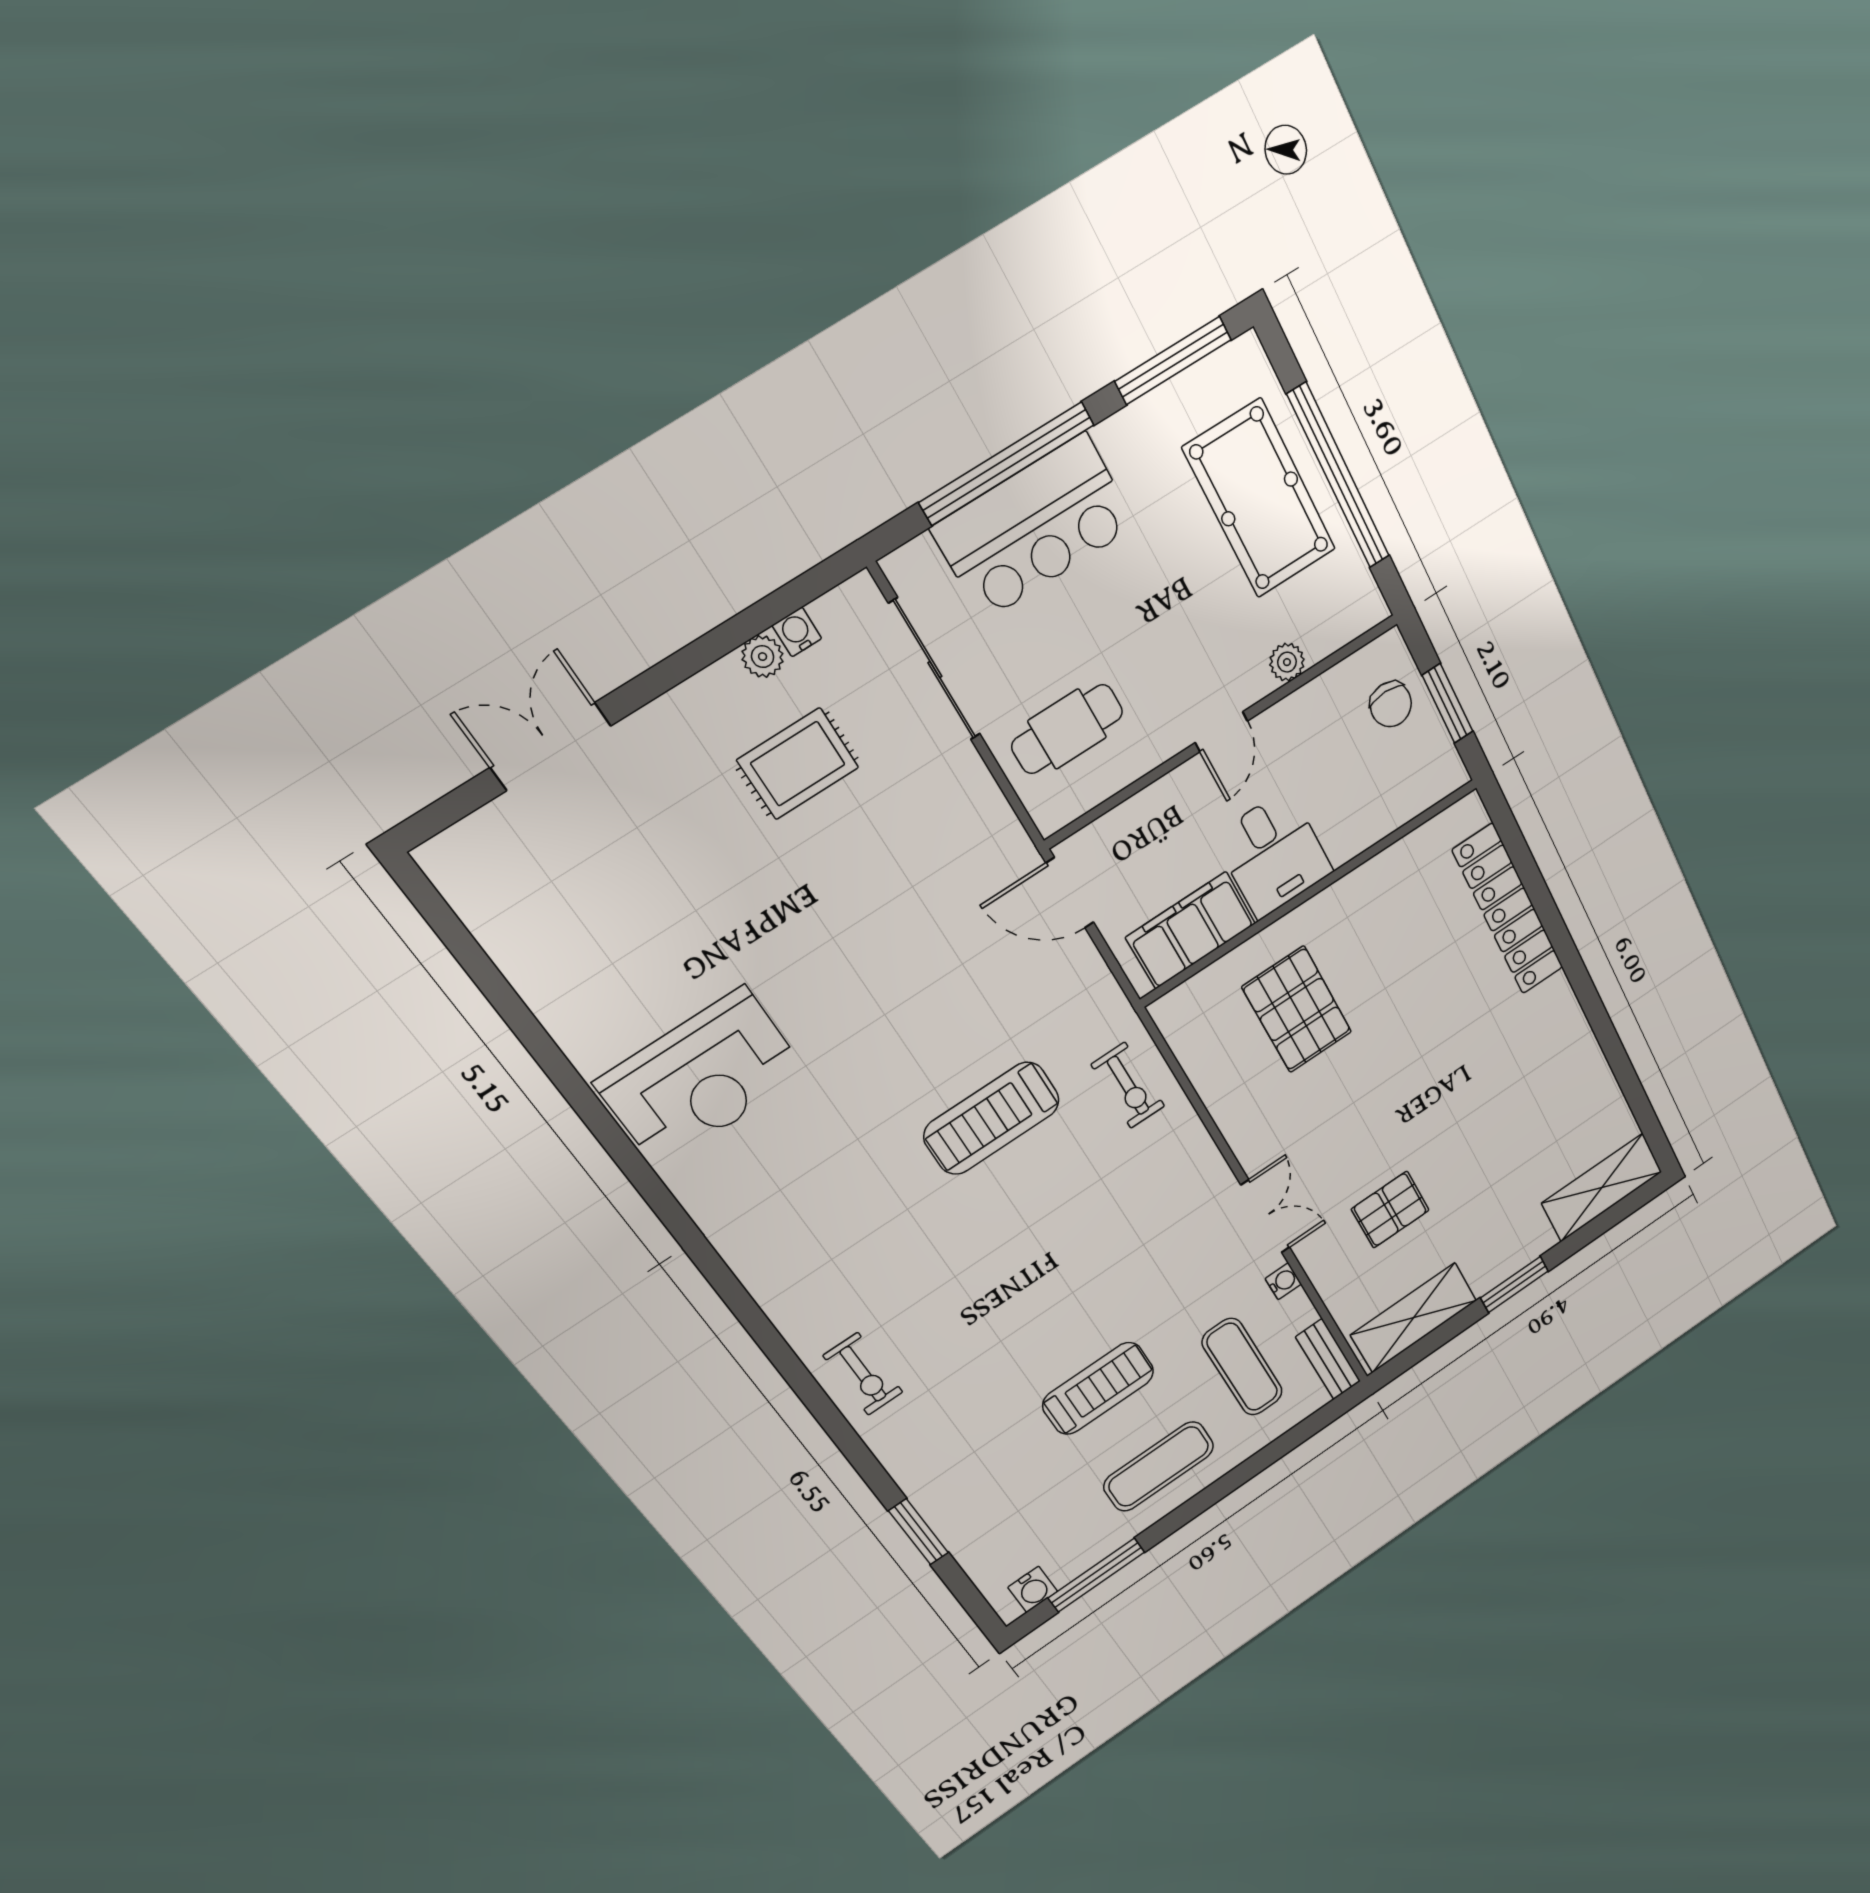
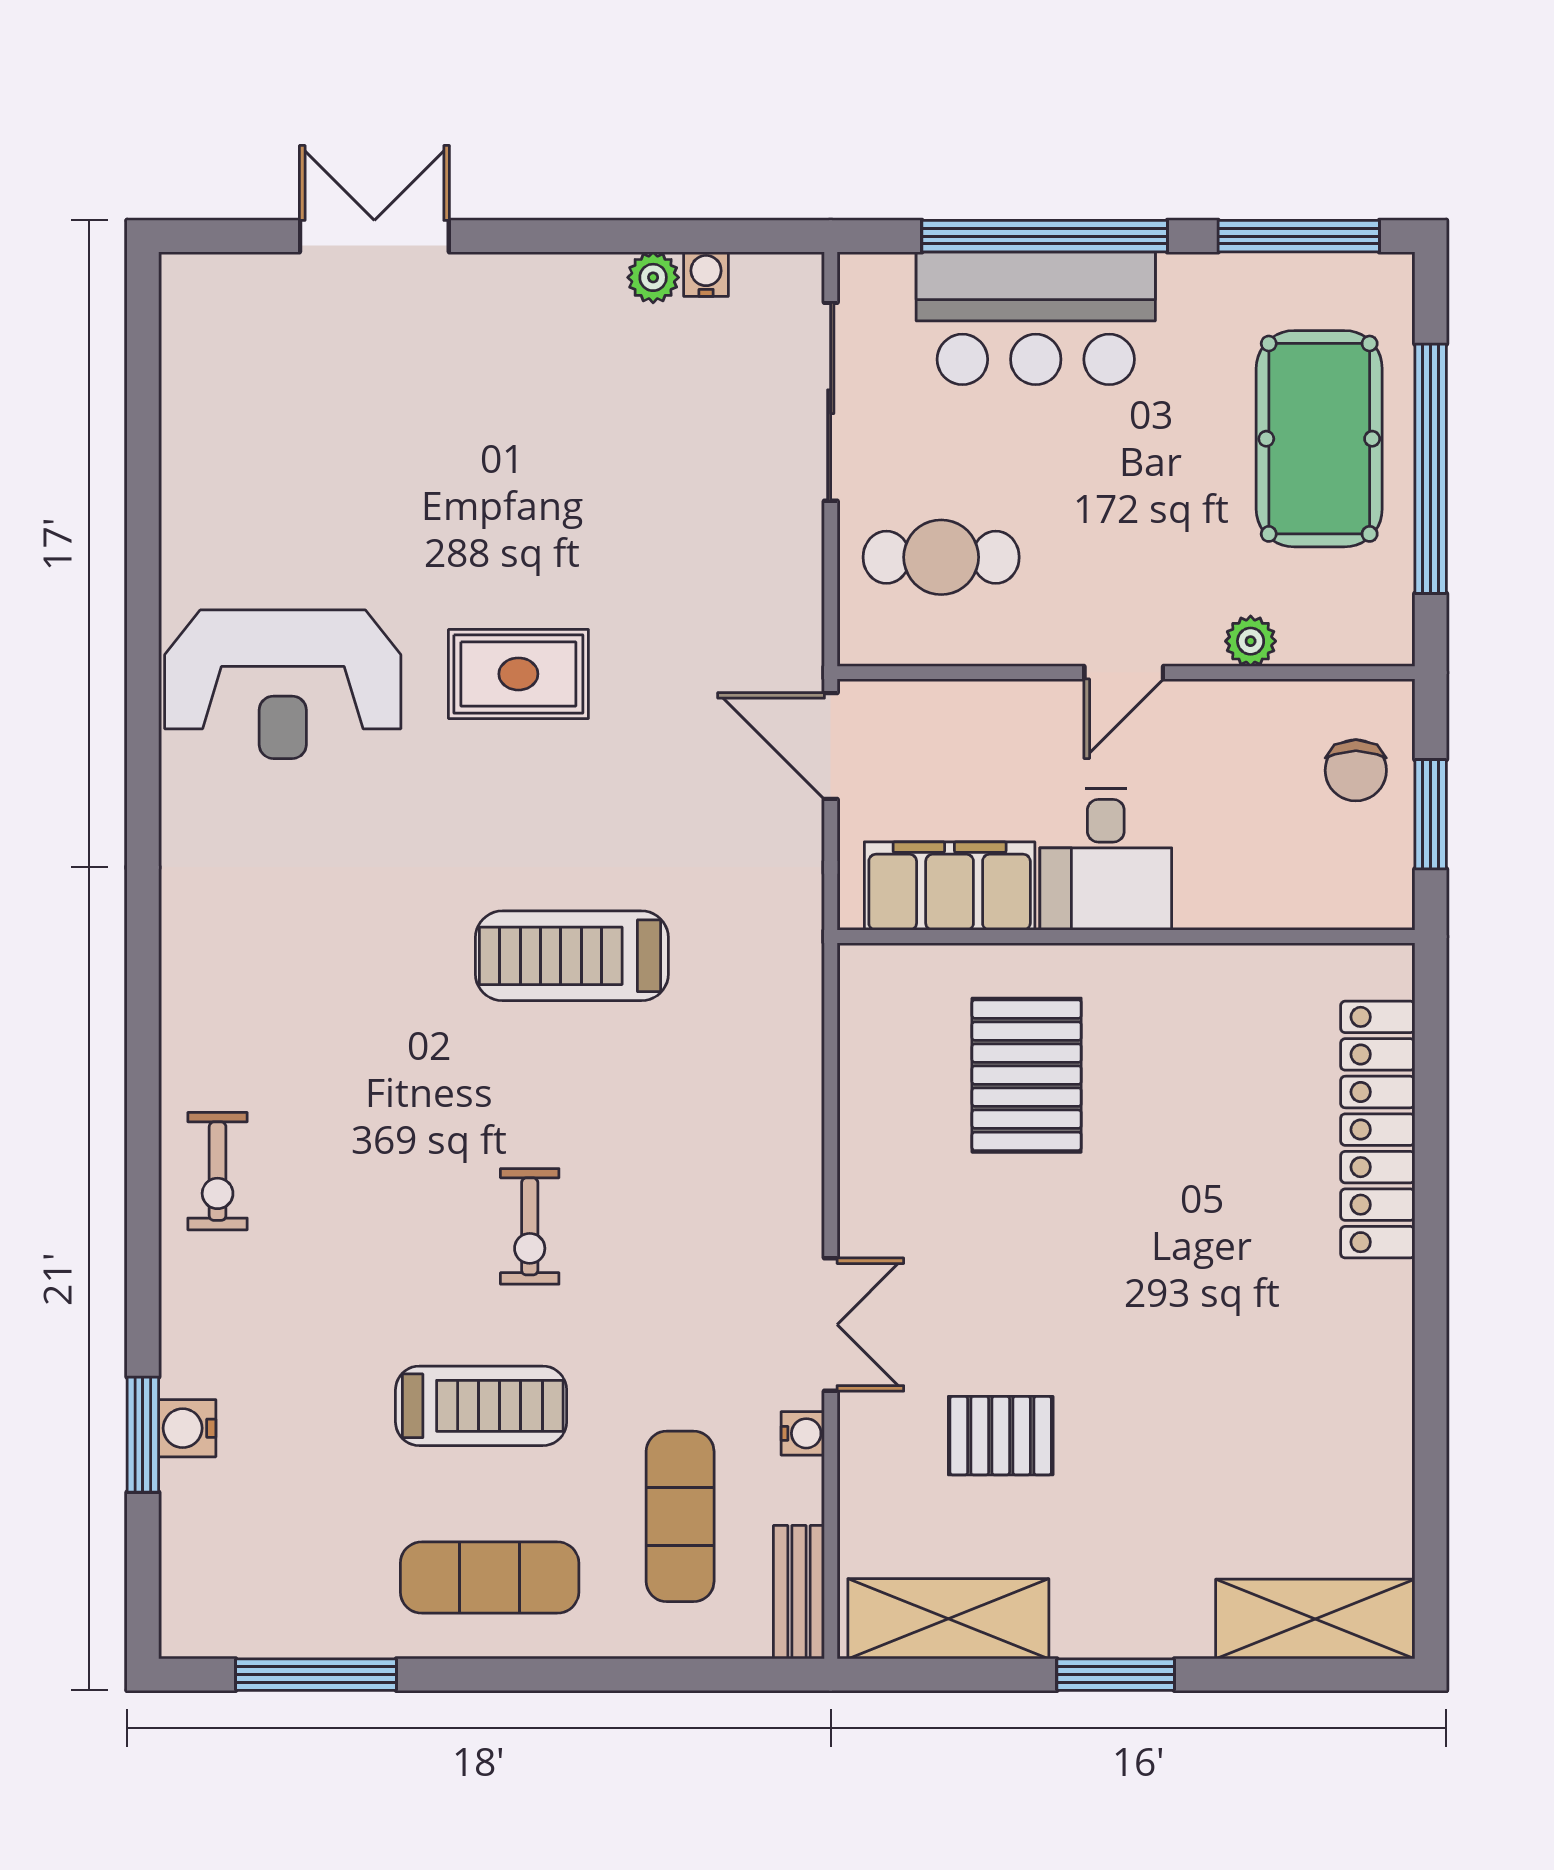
rug: (798, 764) -> (518, 674), moved
exercise bike: (1128, 1085) -> (530, 1226), moved
water cooler: (1033, 1589) -> (187, 1428), moved, turned 90

